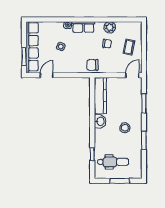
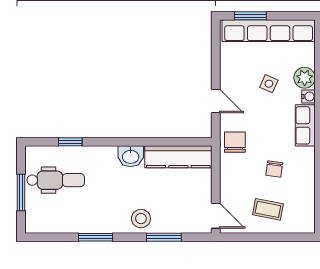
plant: (110, 27) -> (305, 78), moved
door: (47, 75) -> (216, 101), moved
stool: (125, 128) -> (141, 219), moved
dental chair: (113, 162) -> (56, 180), turned -90

